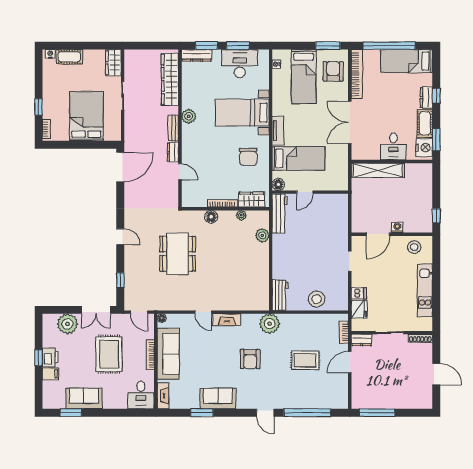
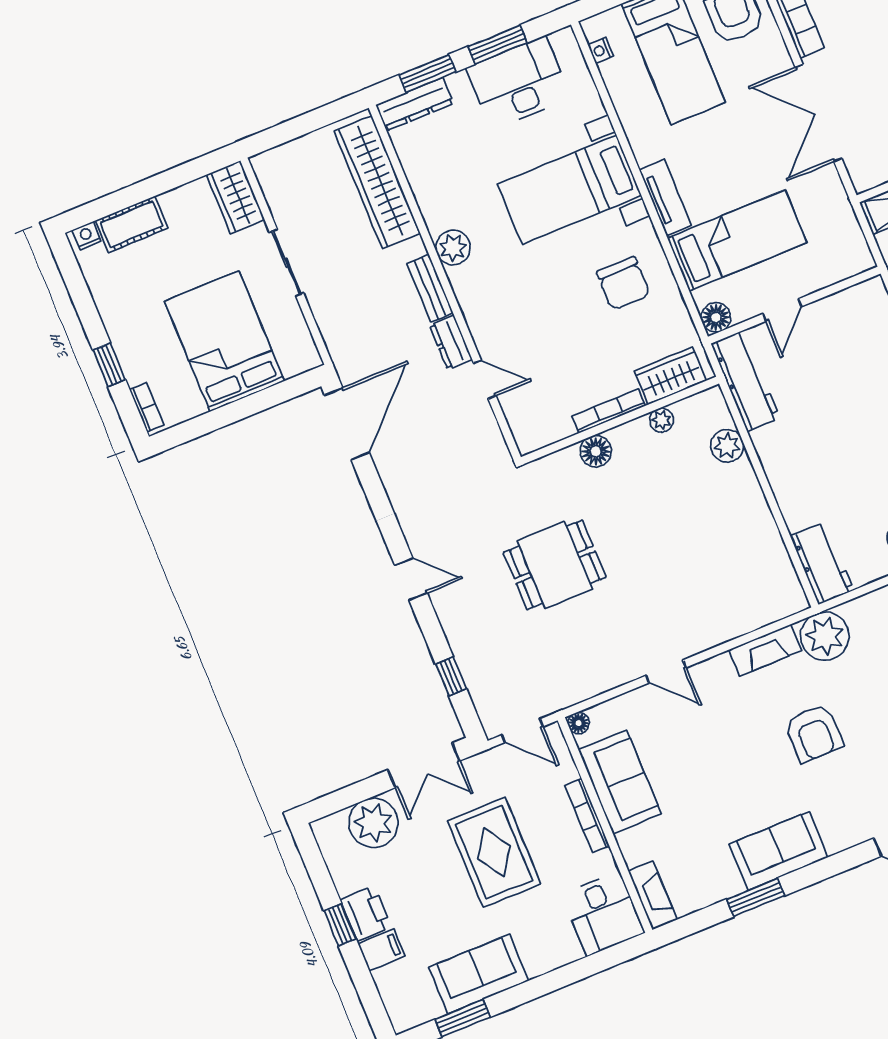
dining table: (178, 254) -> (555, 565), width x0.73
fireplace: (227, 320) -> (765, 650), moved
sofa: (168, 354) -> (620, 782), width x0.73

